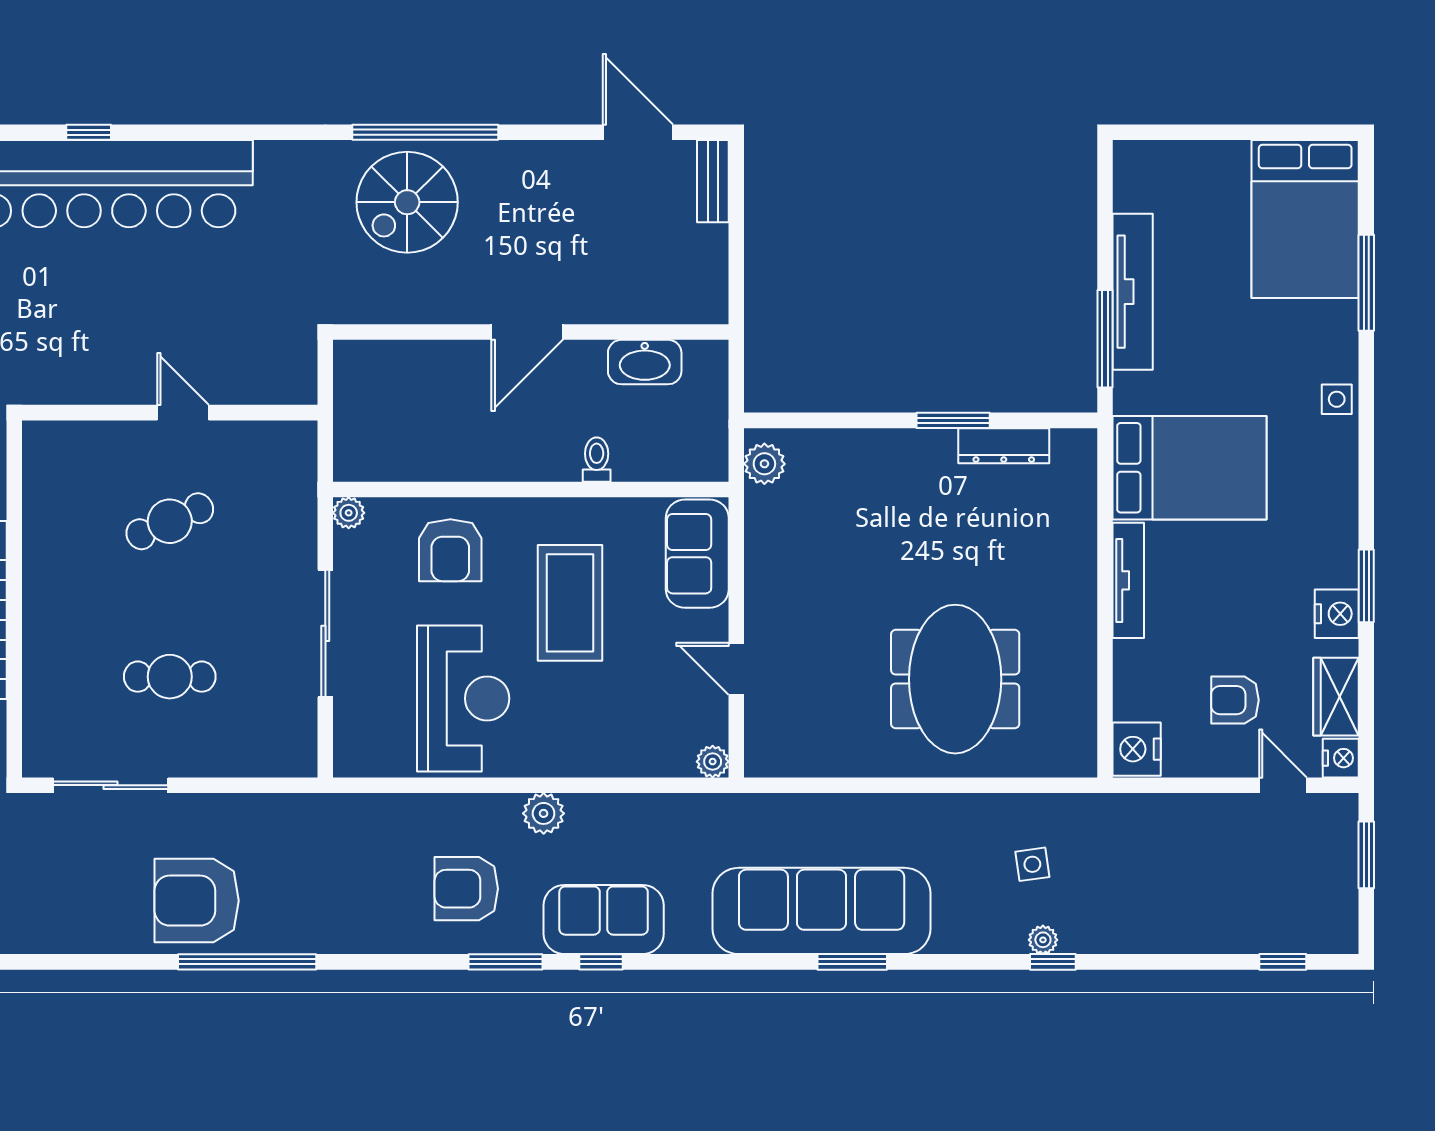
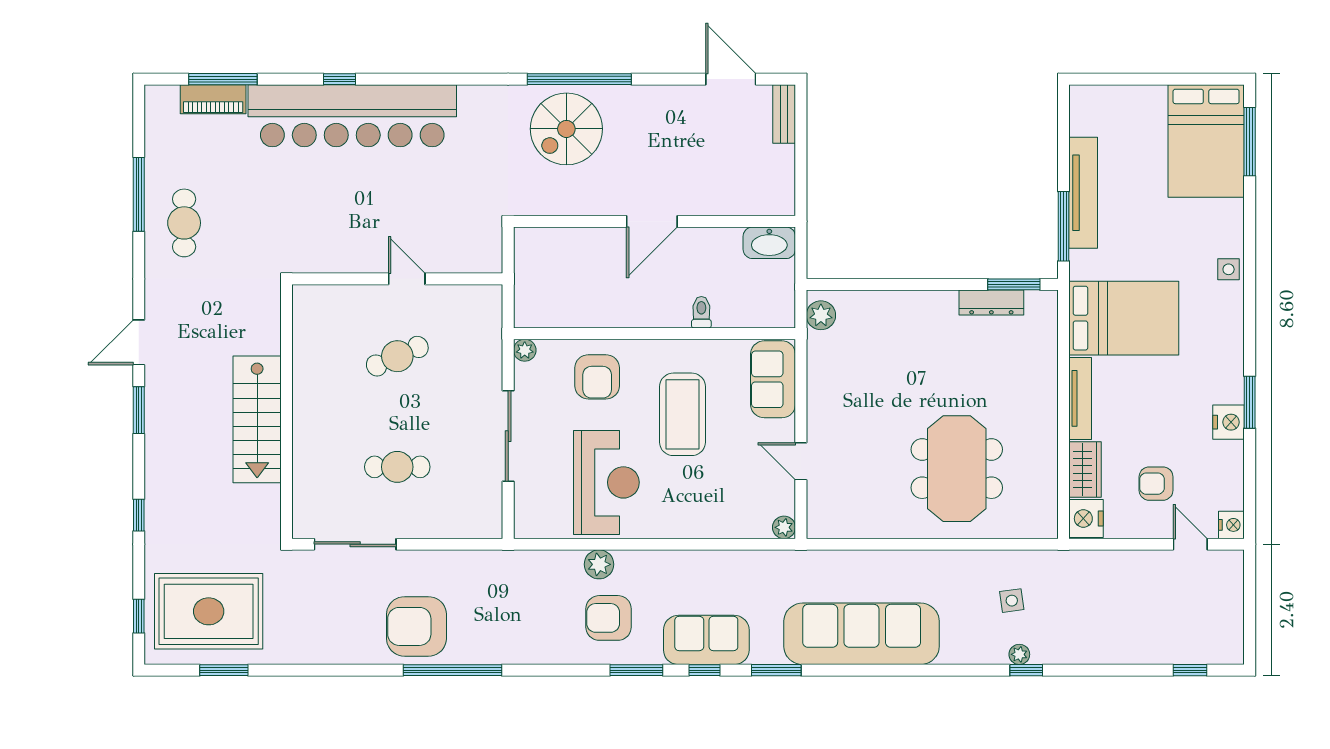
window: (1366, 283) -> (1250, 142), moved
washbasin: (645, 362) -> (769, 243), moved
window: (953, 420) -> (1014, 284), moved
wardrobe: (1336, 697) -> (1085, 469), moved, turned 180
plant: (544, 813) -> (599, 564), moved
window: (1366, 855) -> (1250, 594), removed
window: (852, 962) -> (776, 670), moved

